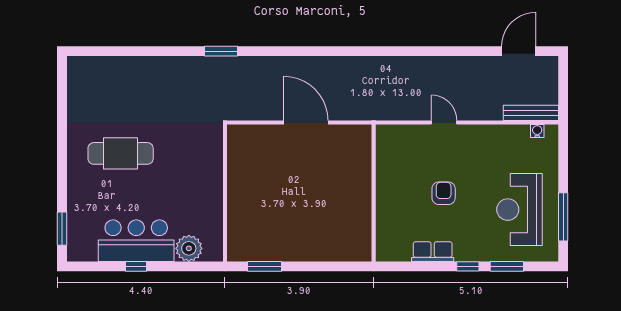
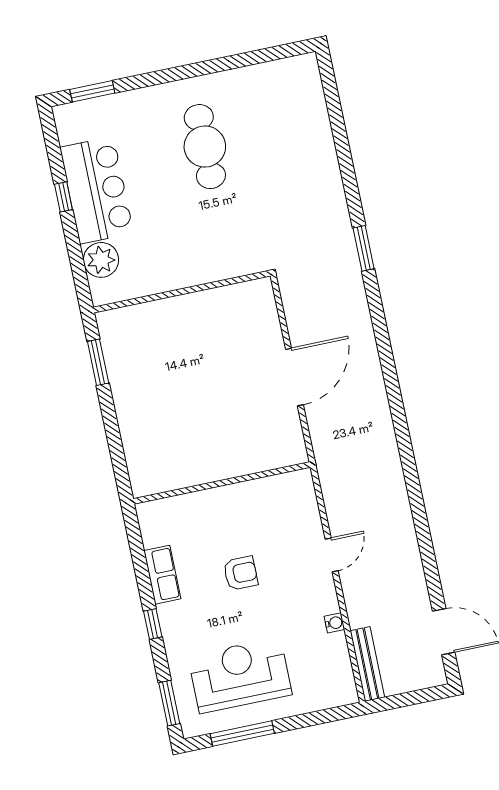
water cooler: (537, 131) -> (334, 623), moved
window: (507, 266) -> (169, 703), moved

